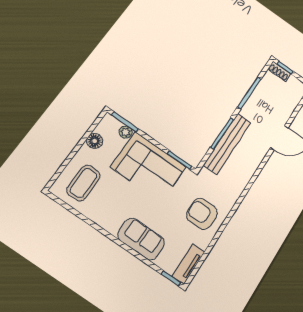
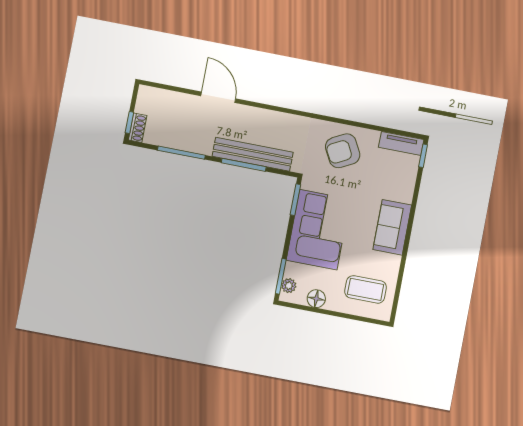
plant: (126, 132) -> (289, 286), moved
armchair: (202, 214) -> (343, 151), turned 62
sofa: (141, 239) -> (392, 227), moved

